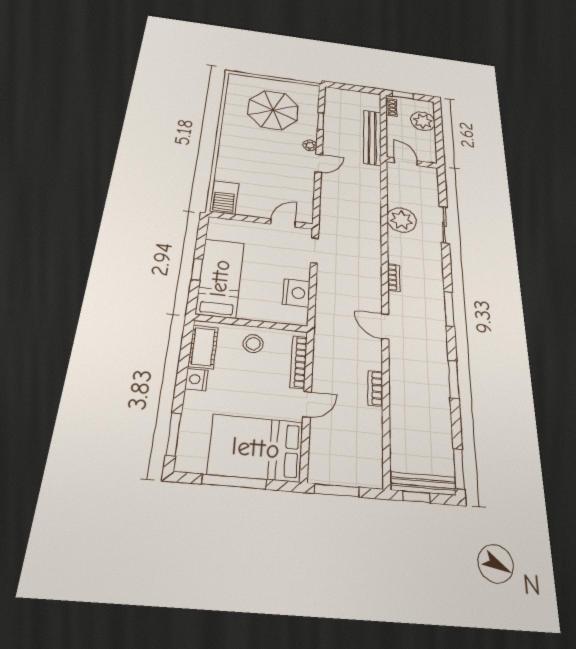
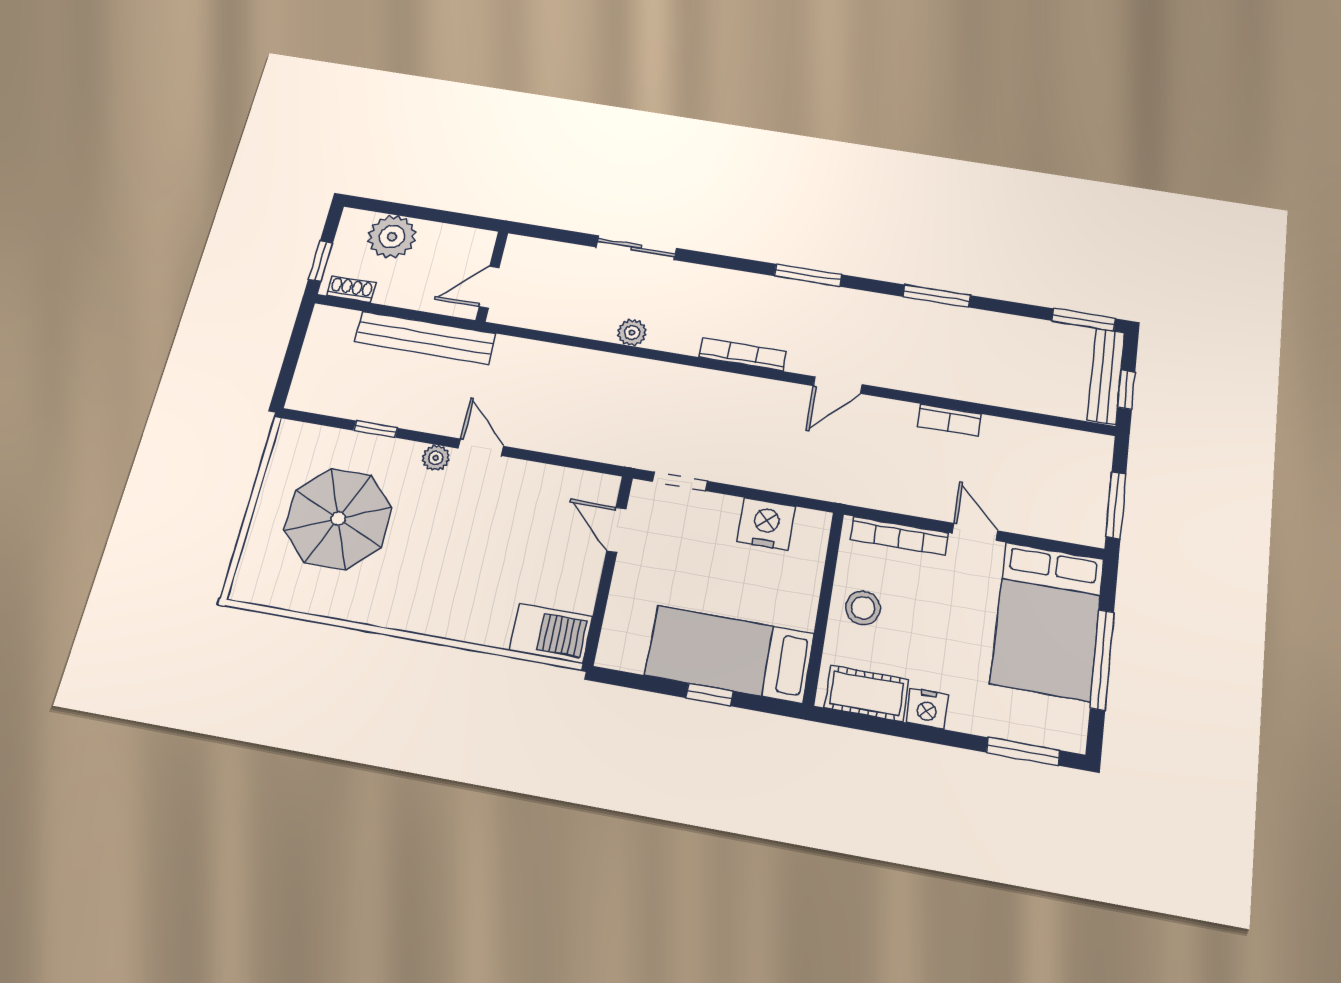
plant: (402, 220) -> (632, 332), width x0.53, depth x0.53
bookcase: (394, 278) -> (743, 354), width x1.56

